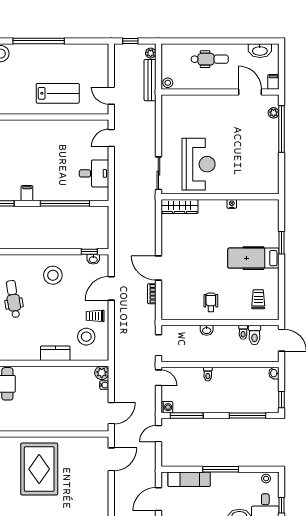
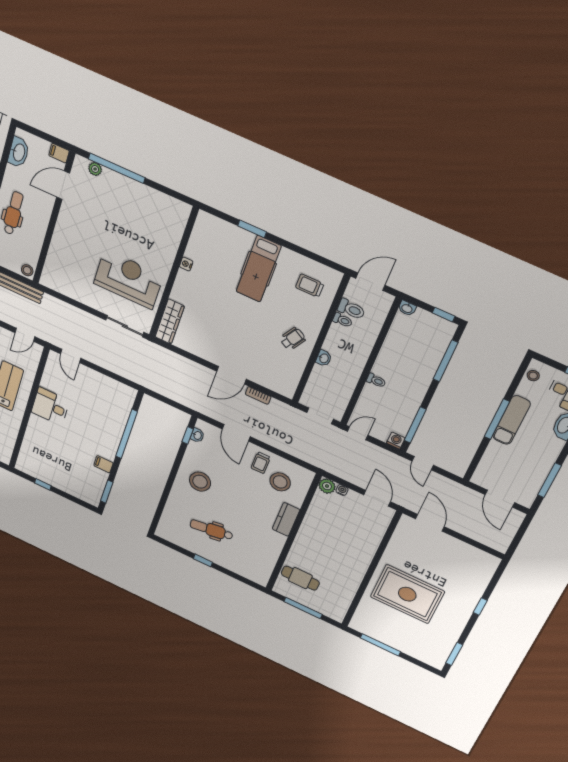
desk: (94, 173) -> (50, 406), moved, turned -90
wheelchair: (211, 302) -> (293, 339), turned 120
exam couch: (189, 479) -> (511, 420), moved

